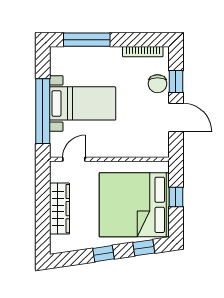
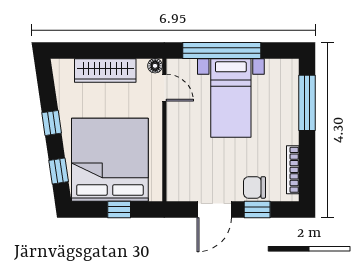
floor lamp: (56, 167) -> (155, 66), added

